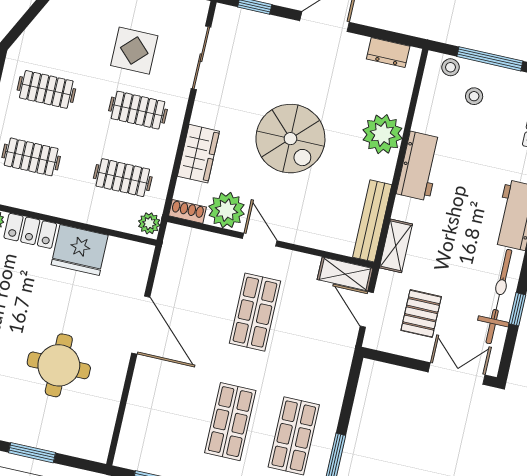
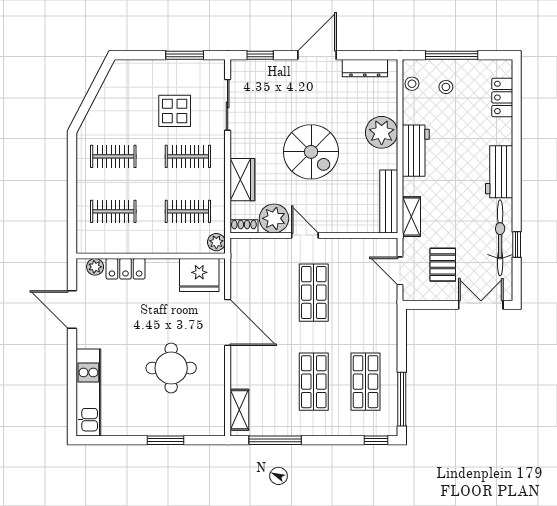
dresser: (388, 53) -> (365, 68), width x1.44
stool: (451, 67) -> (412, 84), moved
fridge: (80, 250) -> (199, 275), moved
shelving: (345, 274) -> (239, 410), moved, turned 90

